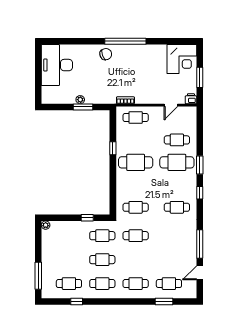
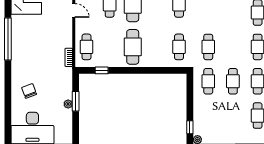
window: (125, 41) -> (8, 39), moved
chair: (106, 54) -> (29, 91), moved
window: (113, 148) -> (102, 70), moved
window: (87, 218) -> (190, 127), moved

